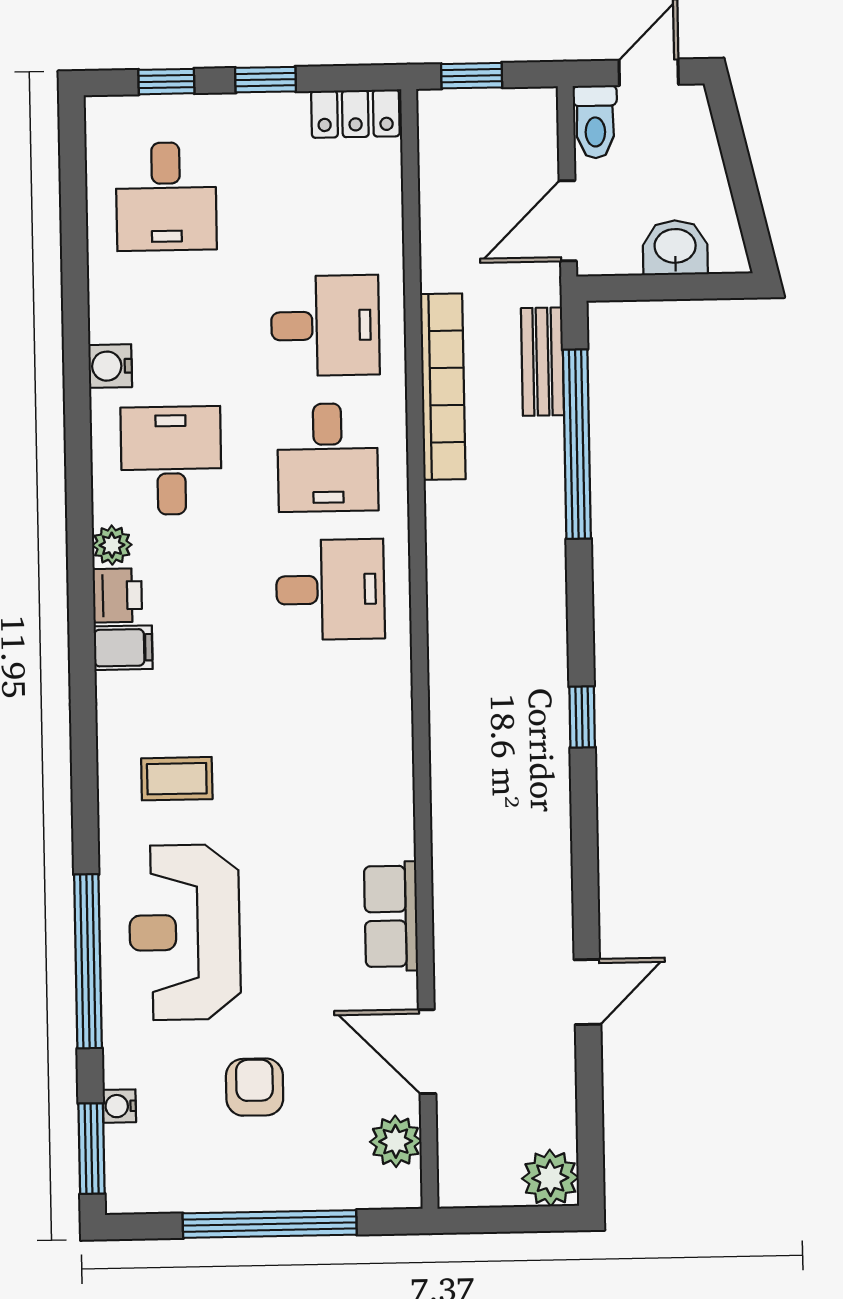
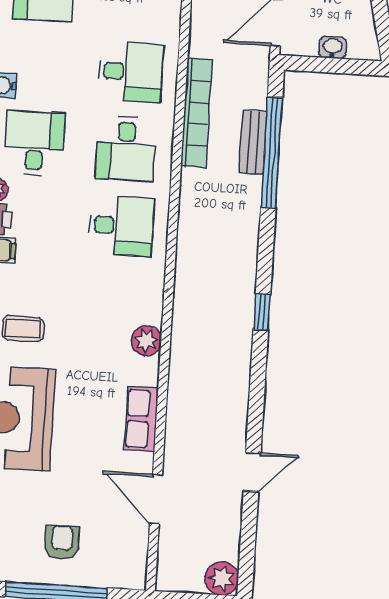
washbasin: (675, 248) -> (333, 47), width x0.72, depth x0.69
bench: (543, 362) -> (253, 142), moved
armchair: (255, 1087) -> (62, 543), moved
plant: (396, 1141) -> (146, 341), moved

